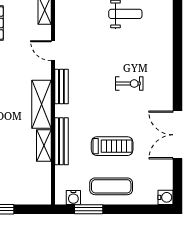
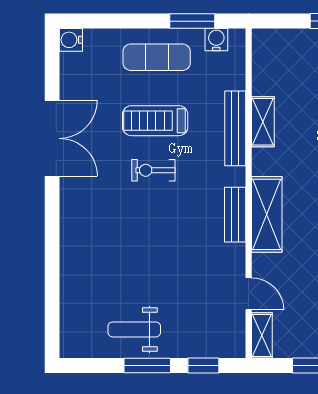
door: (53, 51) -> (249, 294), moved
exercise bike: (129, 84) -> (153, 170), moved
shelving: (41, 104) -> (267, 214), moved

